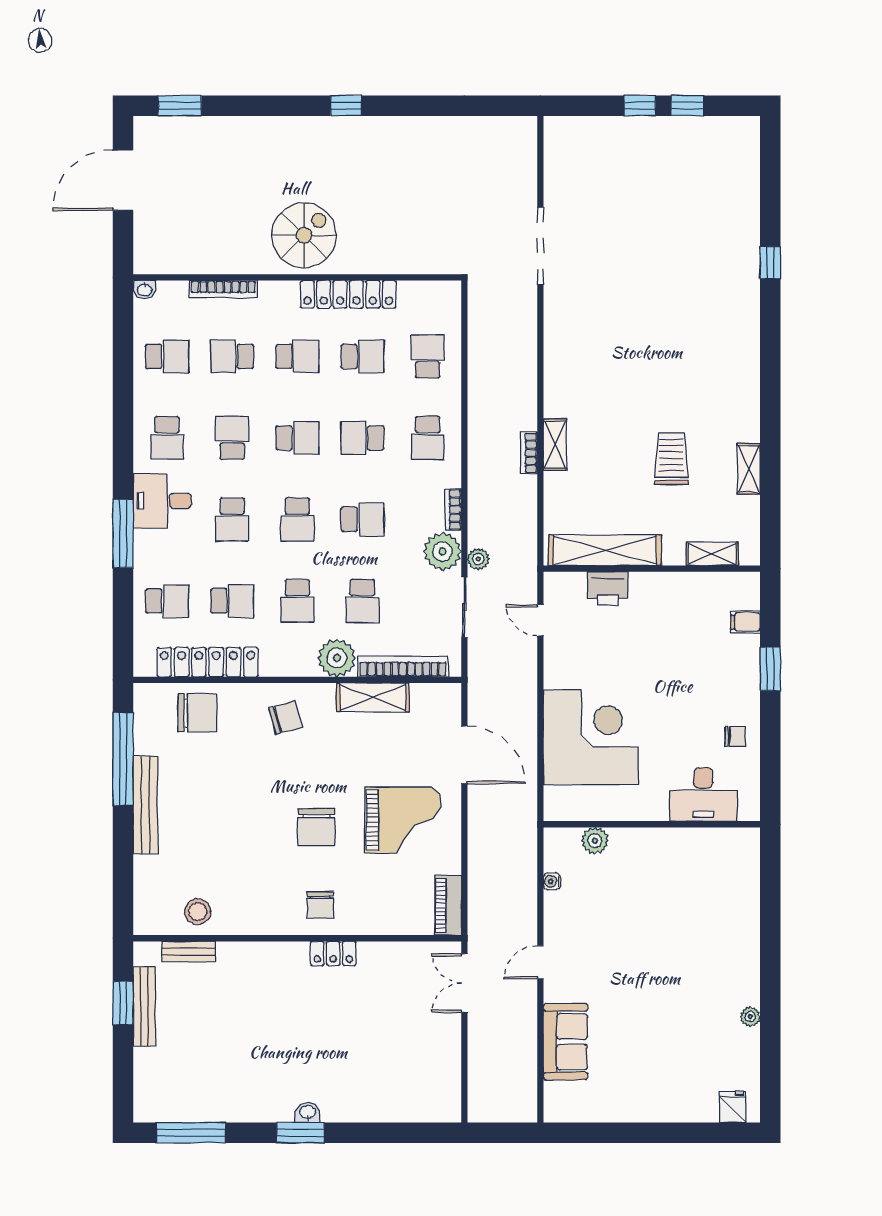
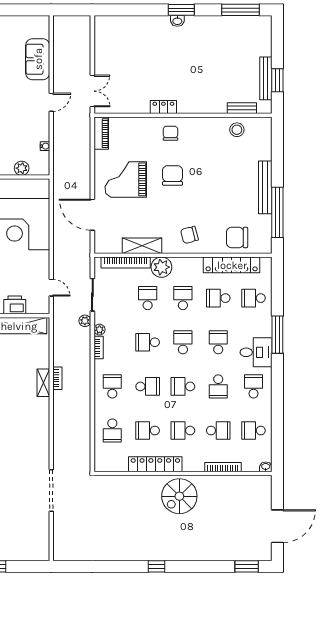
plant: (442, 552) -> (99, 330), width x0.53, depth x0.53

